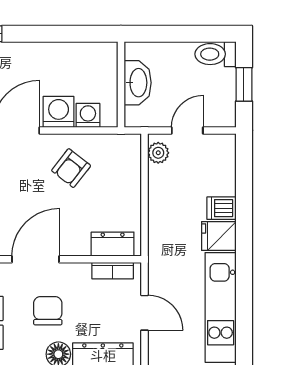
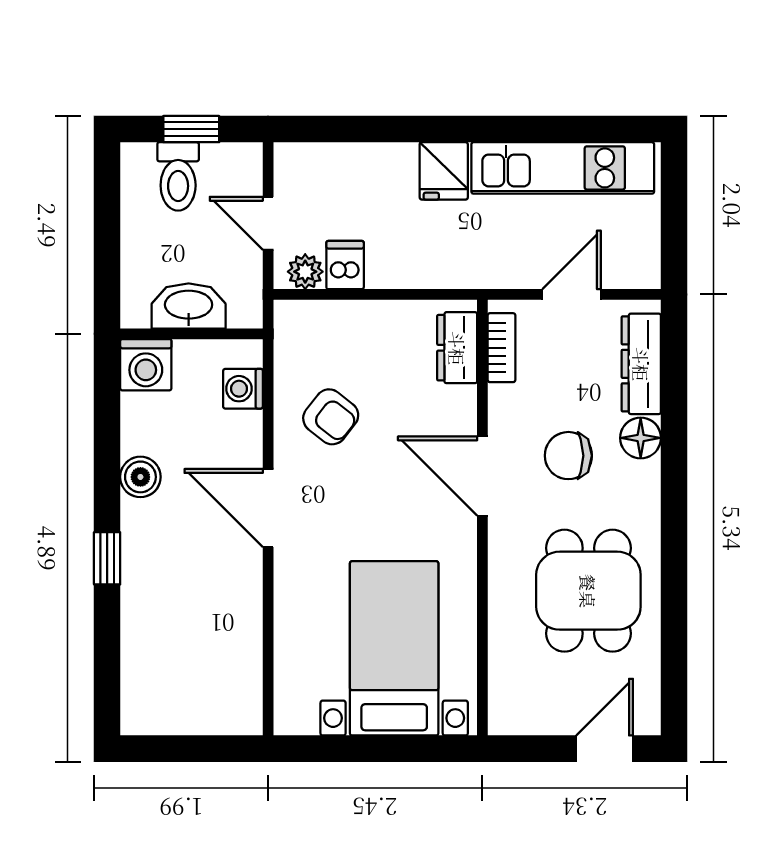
boiler: (35, 54) -> (140, 477), added
toilet: (215, 54) -> (178, 176), moved
washing machine: (59, 112) -> (146, 365), moved, turned -90
dishwasher: (222, 208) -> (345, 265), moved, turned 180

